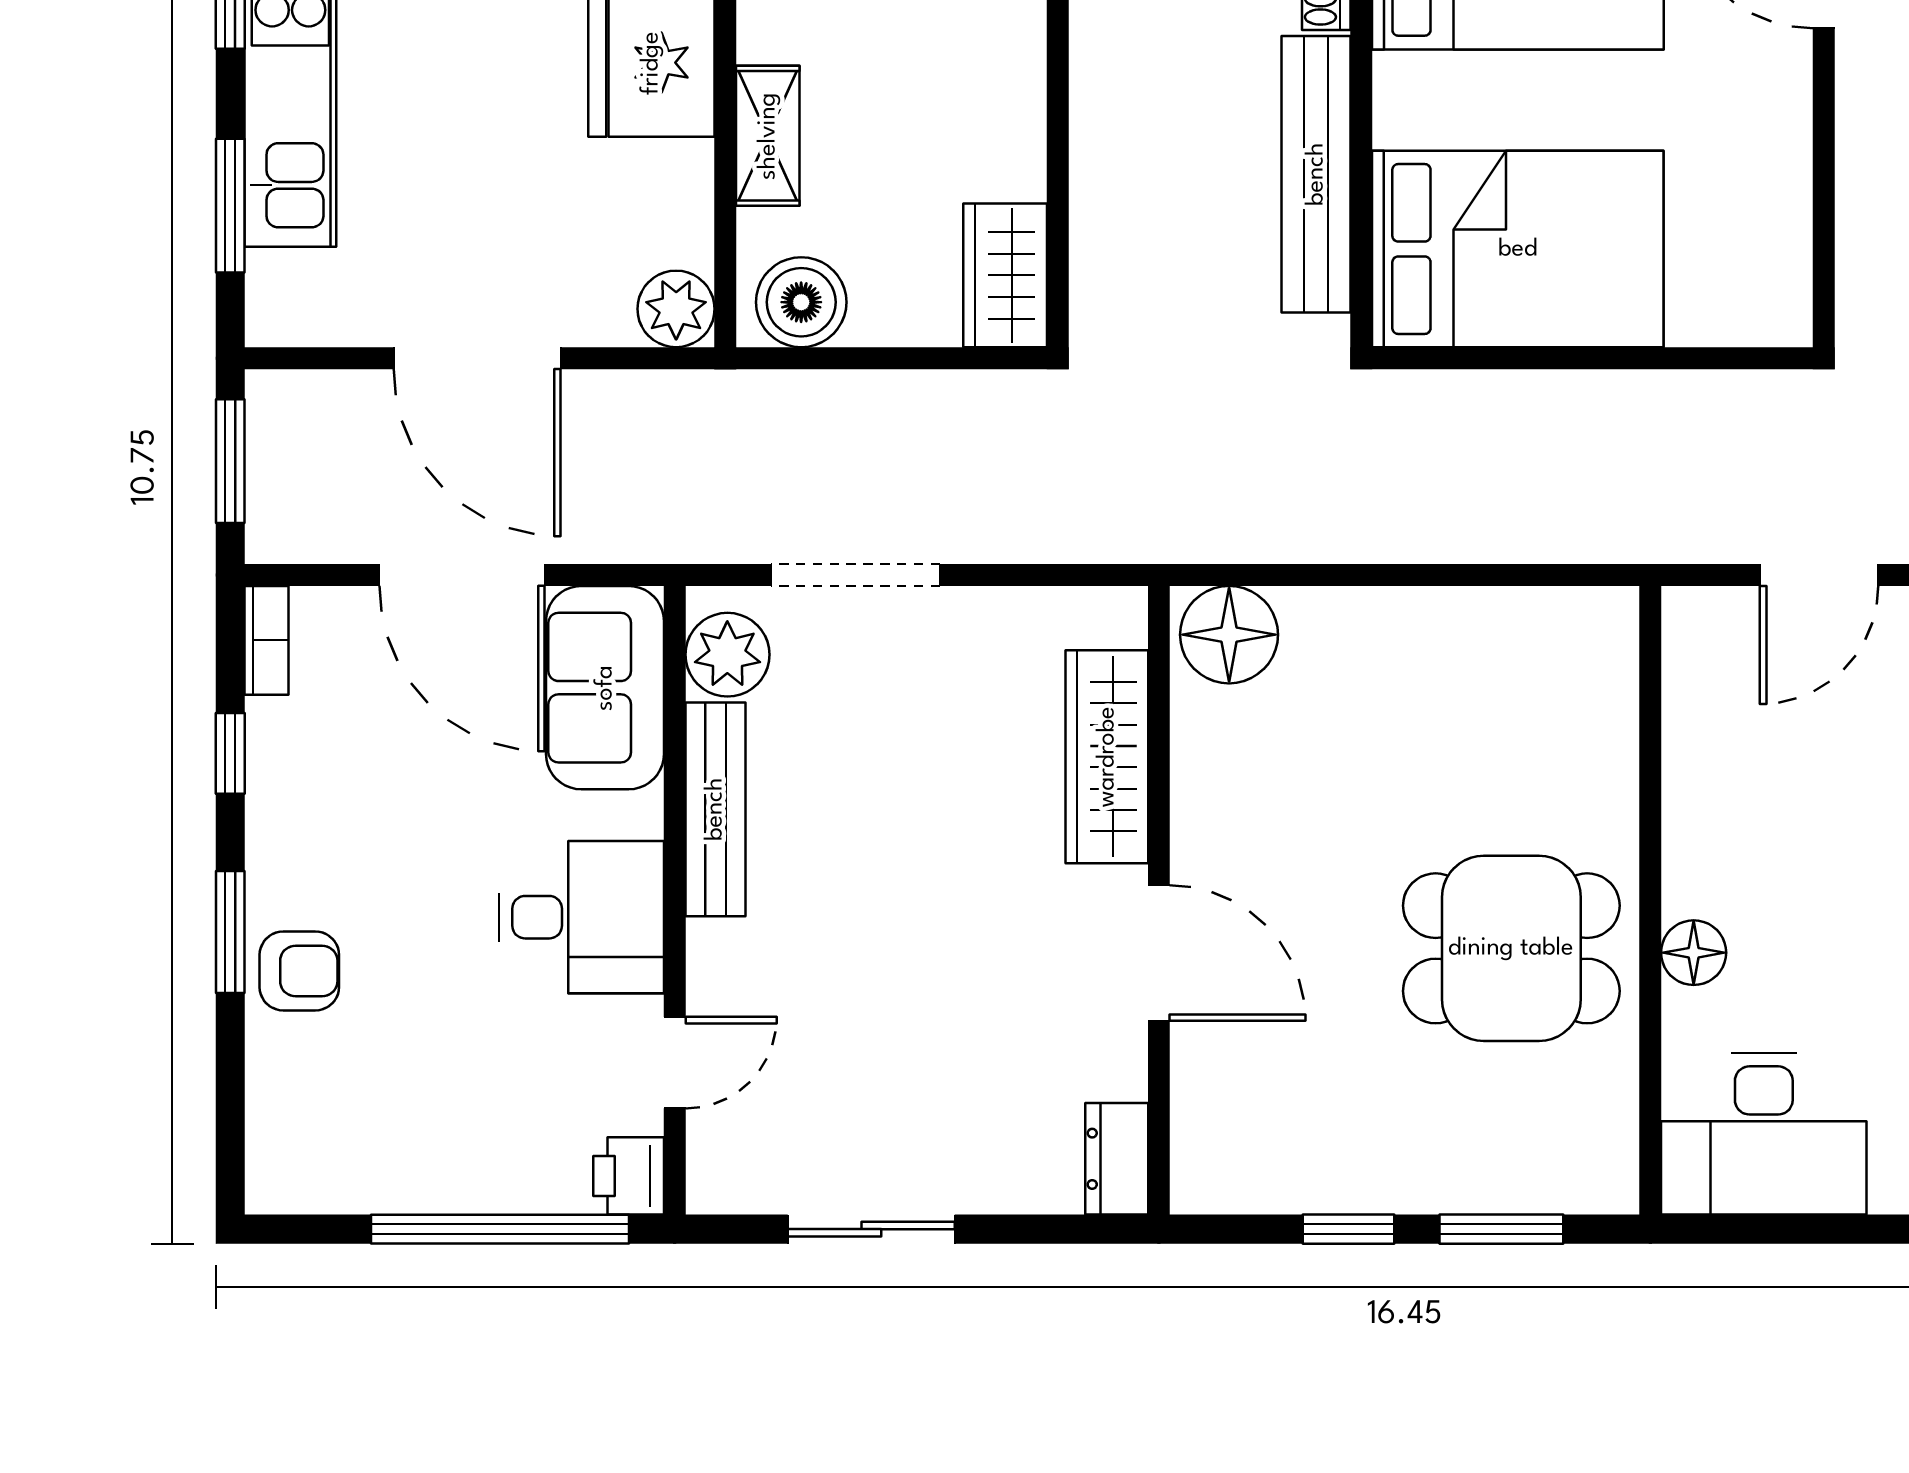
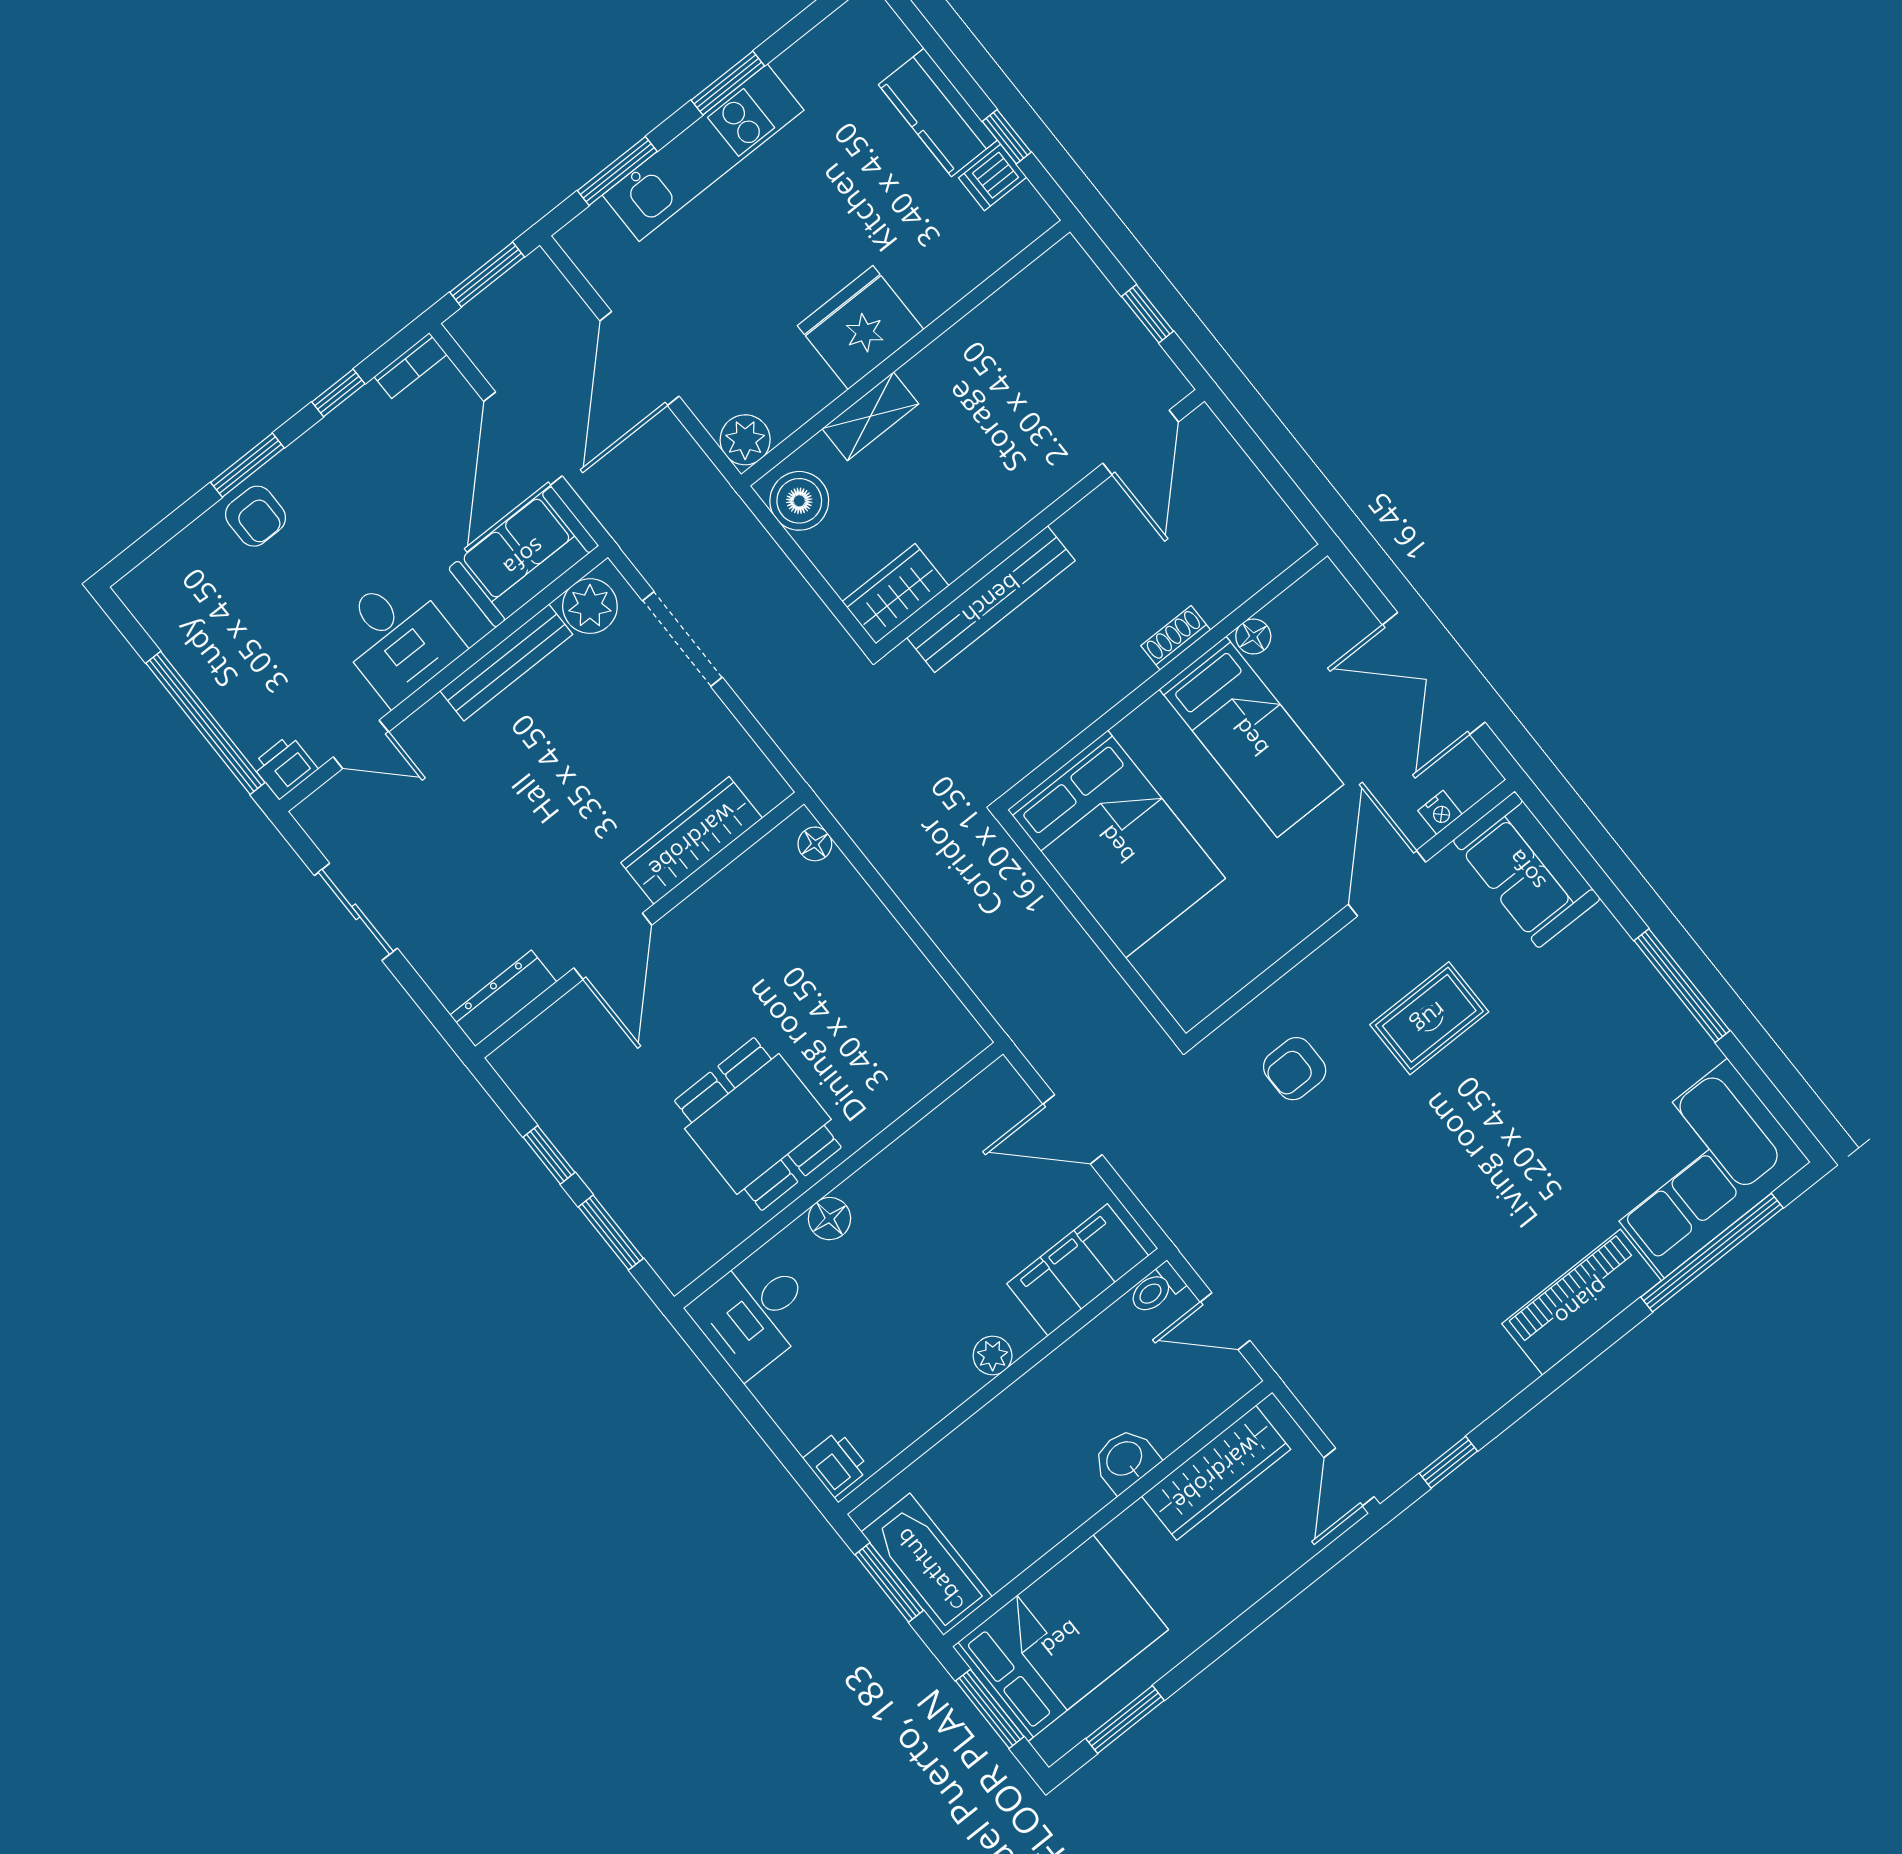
bench: (1316, 174) -> (991, 599), moved
floor lamp: (1229, 635) -> (815, 844), width x0.53, depth x0.53
desk: (1764, 1134) -> (754, 1314), width x0.73
dresser: (1117, 1159) -> (503, 998), width x1.44

